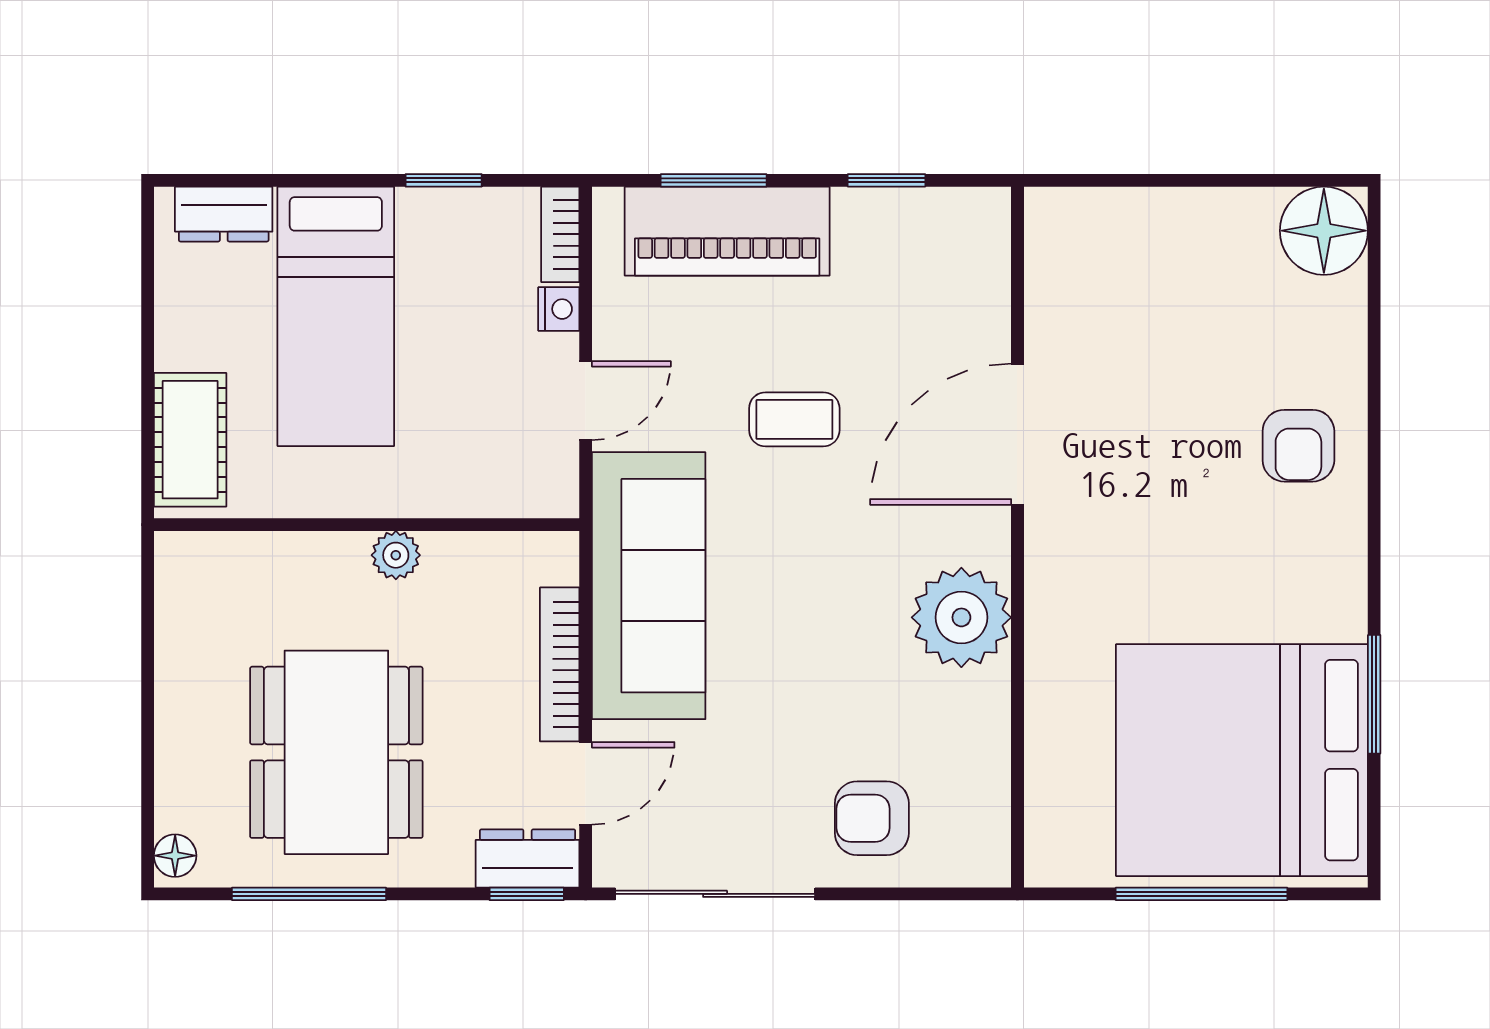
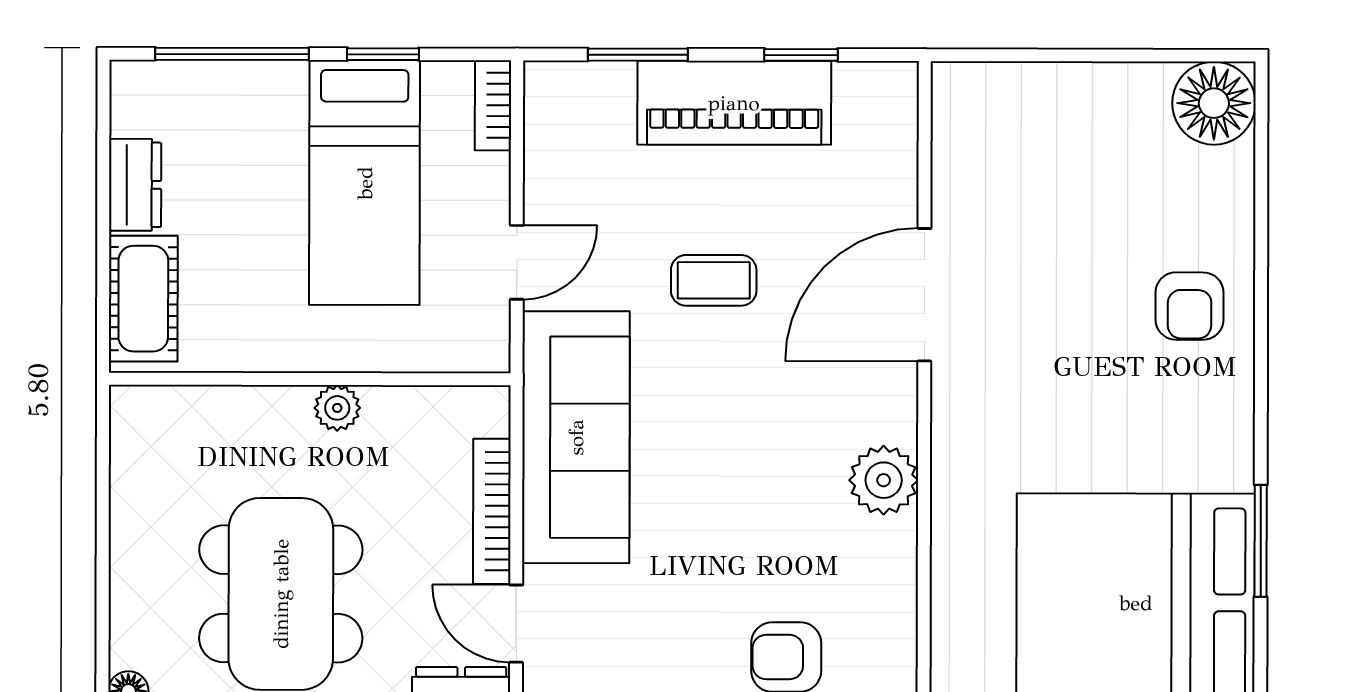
window: (284, 180) -> (232, 54), added
dresser: (224, 214) -> (135, 185), moved, turned -90
piano: (727, 231) -> (734, 103), moved
nightstand: (559, 309) -> (492, 176), removed
bed: (336, 316) -> (365, 183), moved
plant: (961, 617) -> (884, 480), width x0.73, depth x0.73
door: (586, 783) -> (516, 624), swing flipped

